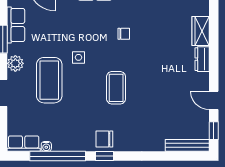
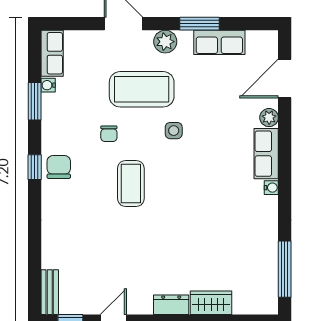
chair: (124, 34) -> (109, 134), moved
coffee table: (116, 88) -> (131, 183), turned 90
bench: (187, 145) -> (50, 292), width x0.73
window: (58, 156) -> (35, 101), width x0.47

